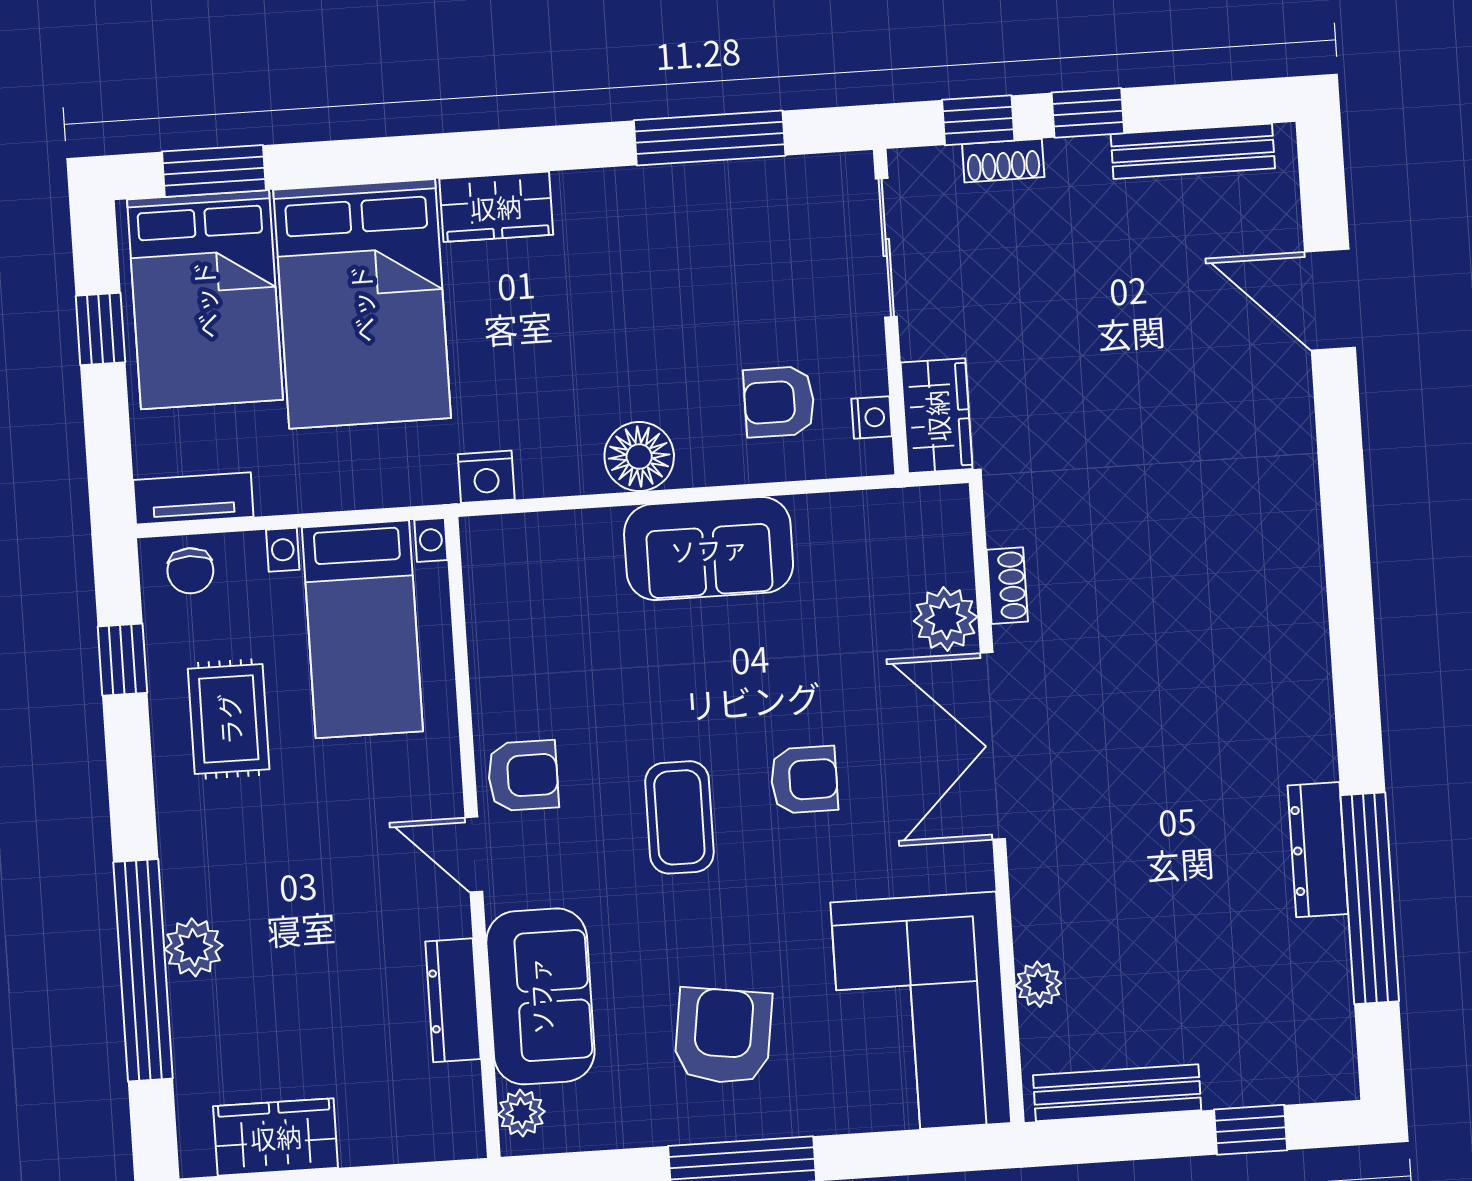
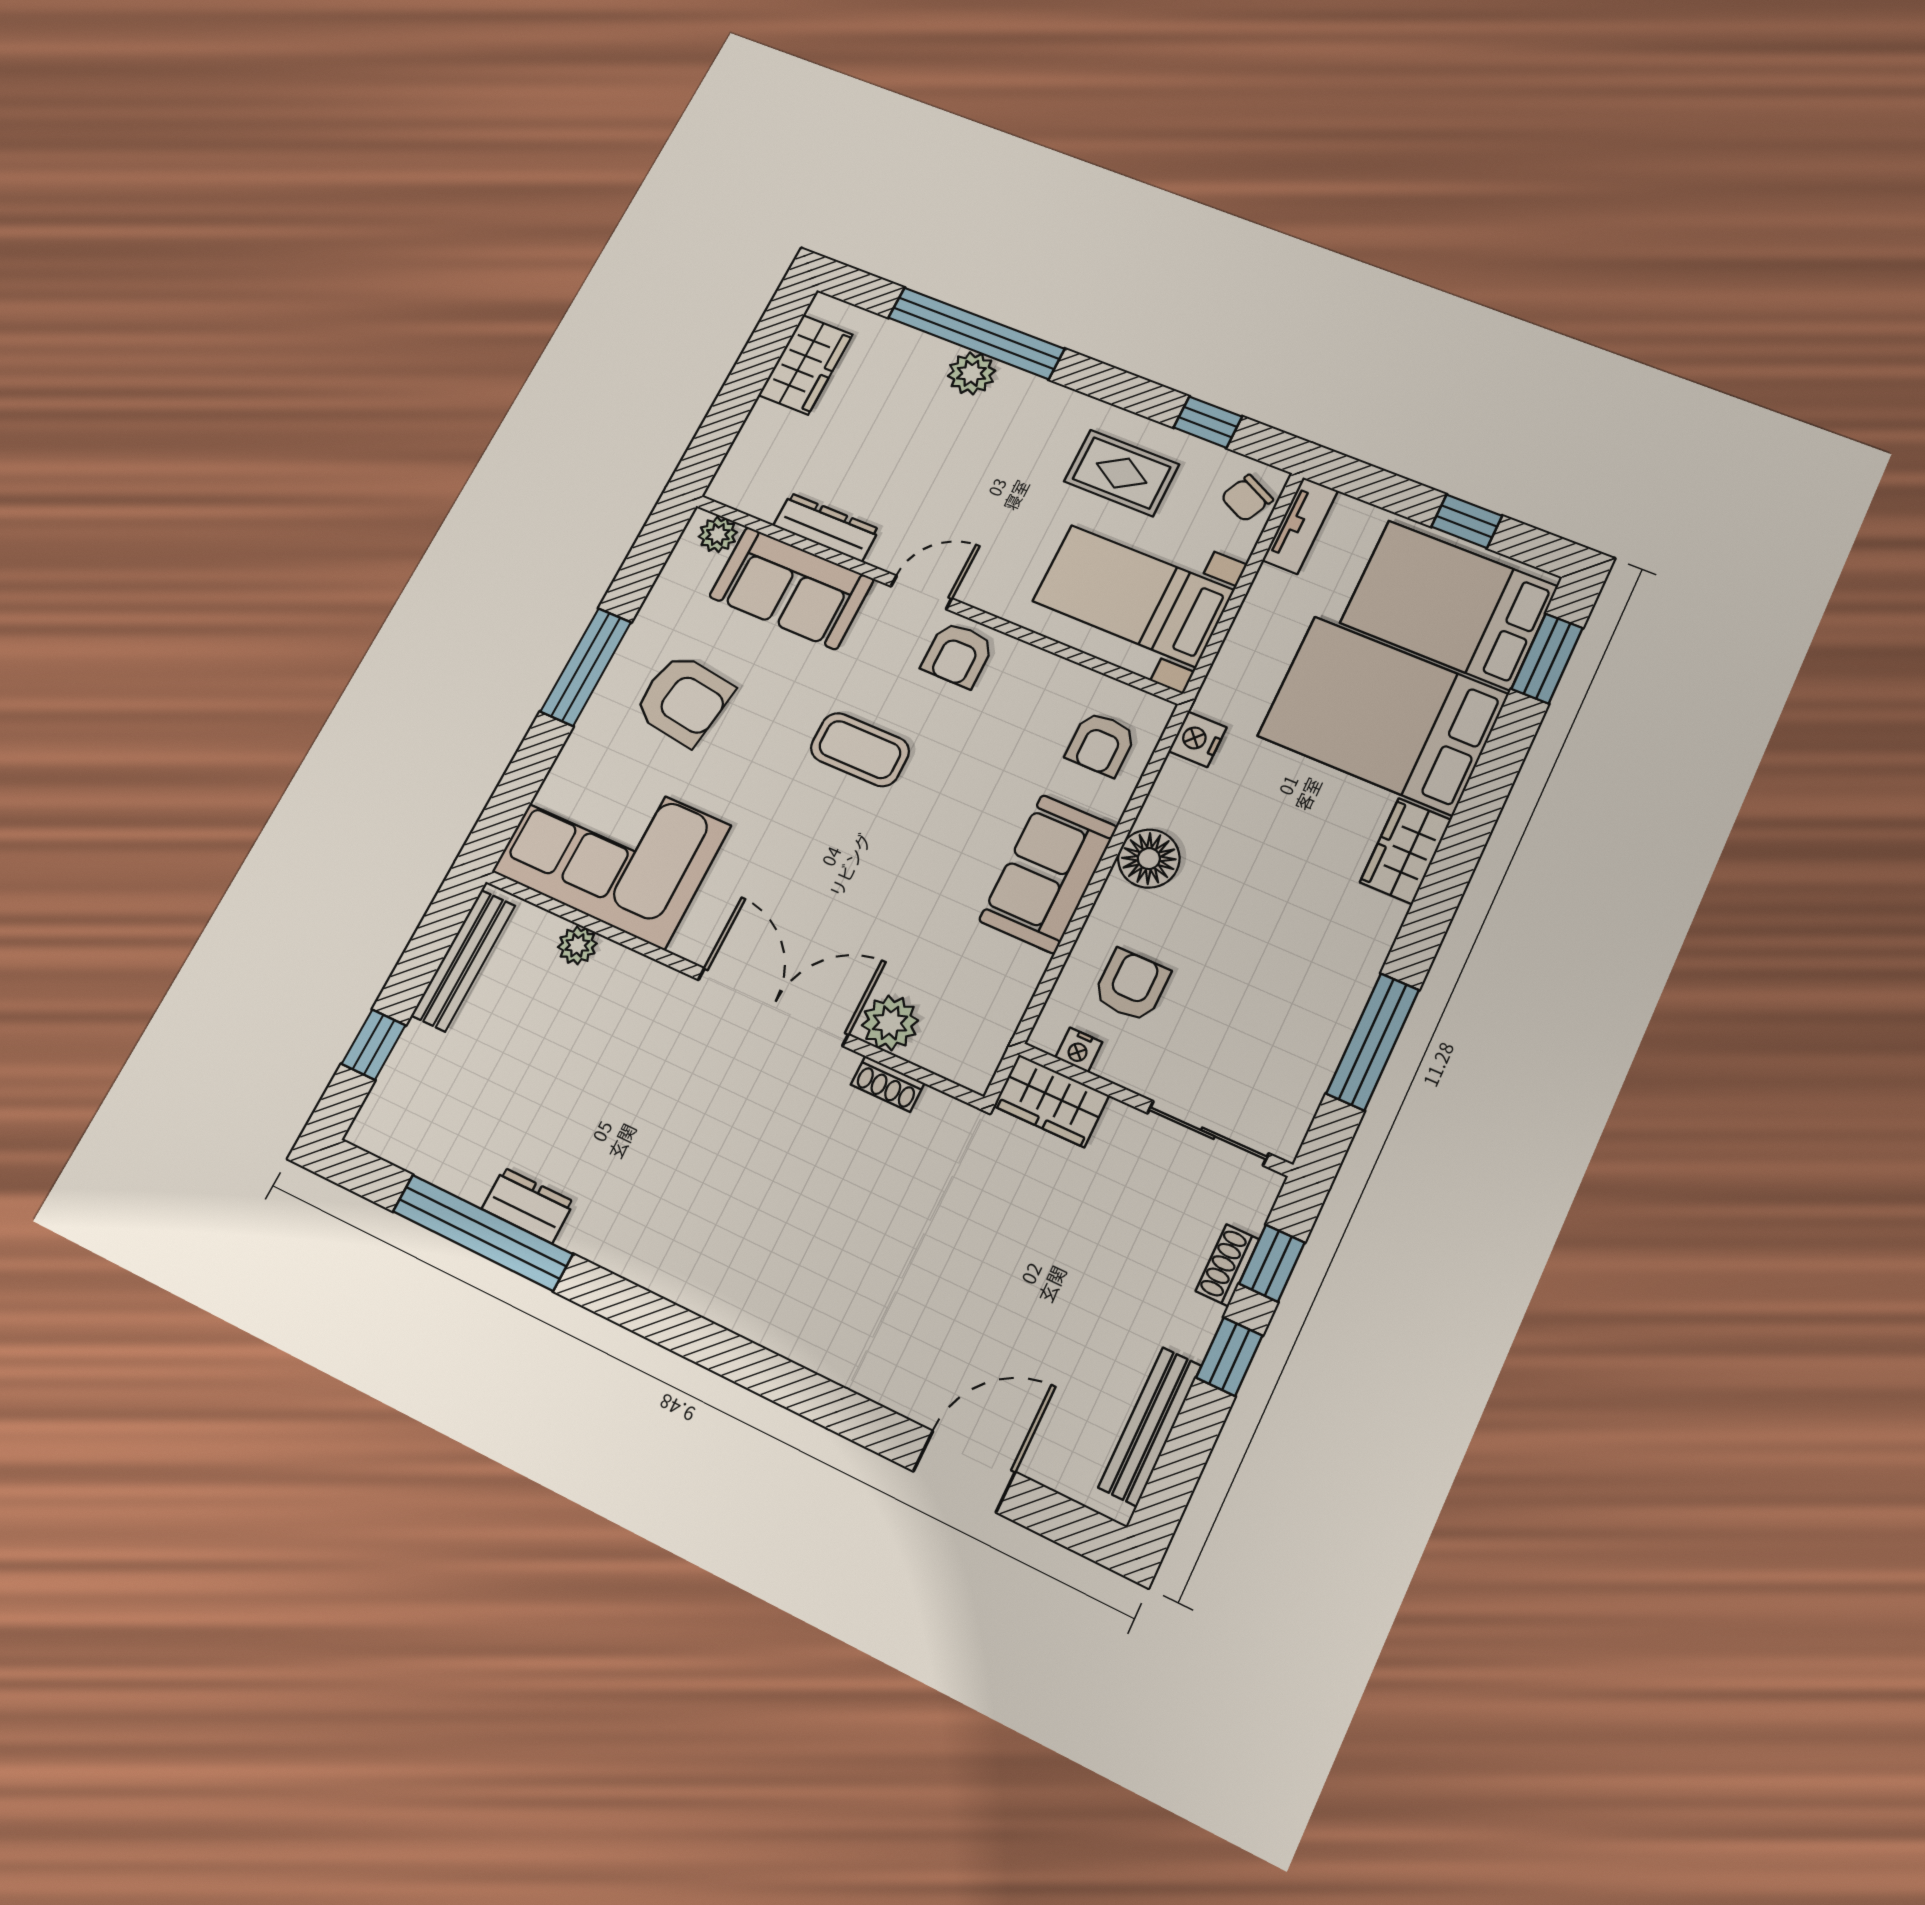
chair: (190, 571) -> (1247, 498), turned -64
armchair: (804, 780) -> (1101, 744), moved
dresser: (1318, 850) -> (528, 1205), width x0.70

